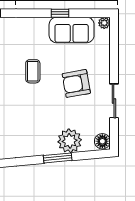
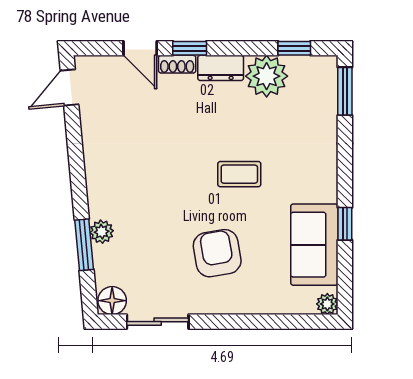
sliding door: (114, 101) -> (158, 322), moved
plant: (70, 141) -> (102, 232), width x0.53, depth x0.53
window: (58, 158) -> (84, 245), moved

